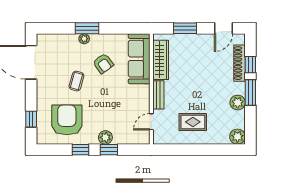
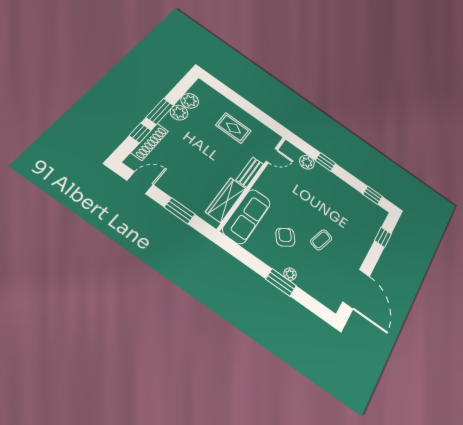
armchair: (67, 120) -> (350, 213), removed
plant: (105, 137) -> (307, 162), moved
plant: (237, 137) -> (190, 101), moved
window: (80, 150) -> (373, 195), moved

